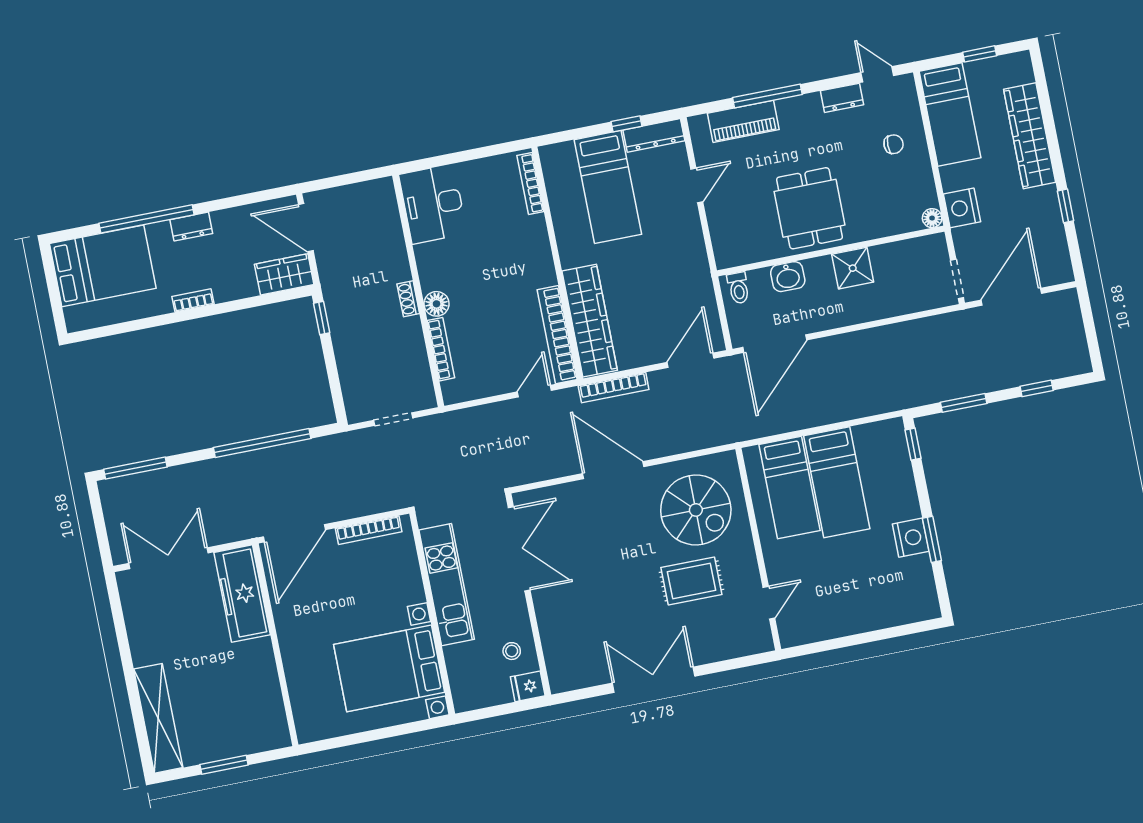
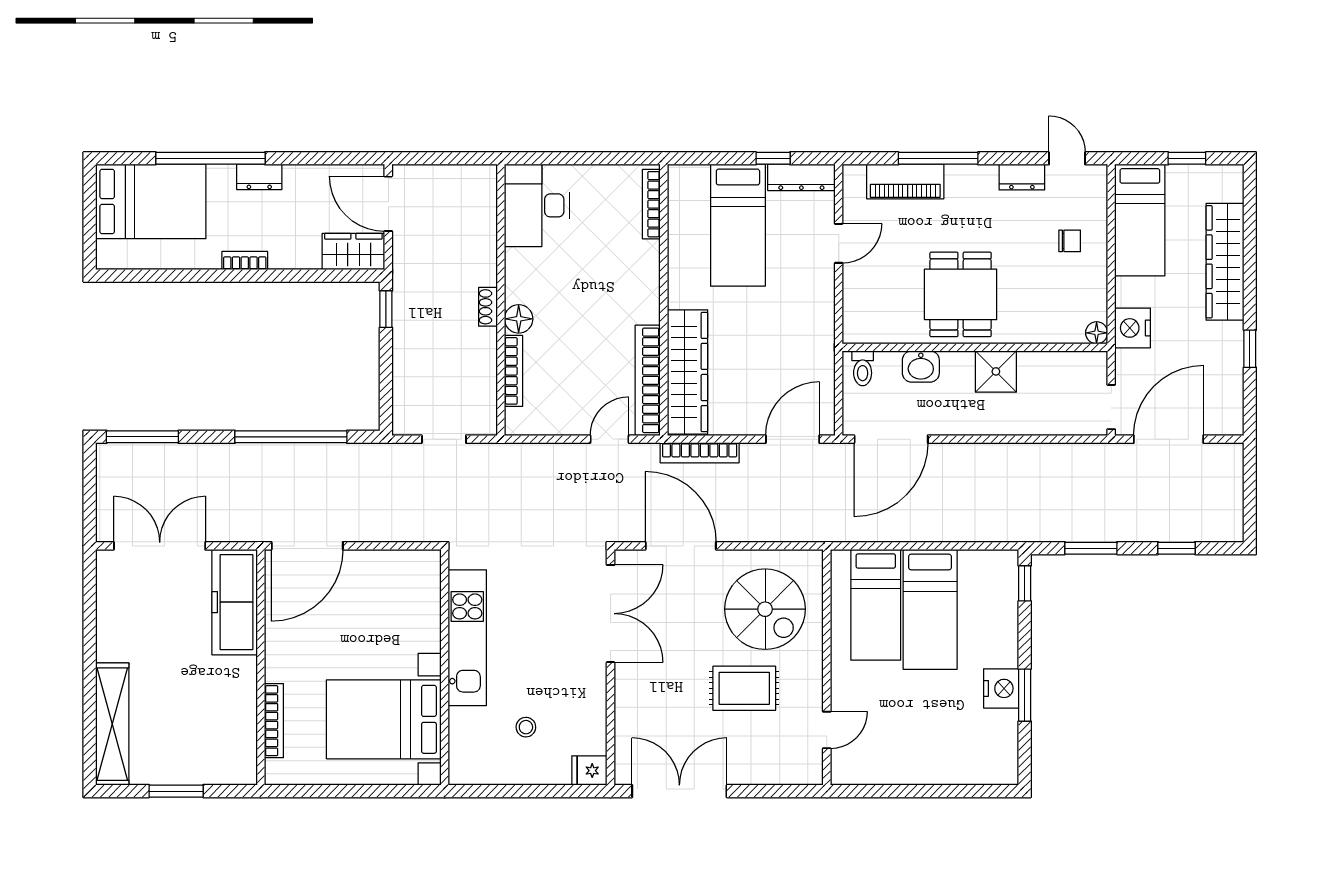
bookcase: (369, 530) -> (274, 721), moved, turned -90
double door: (519, 549) -> (610, 614), moved
wall: (528, 595) -> (610, 667), moved
fridge: (528, 686) -> (589, 771), moved

